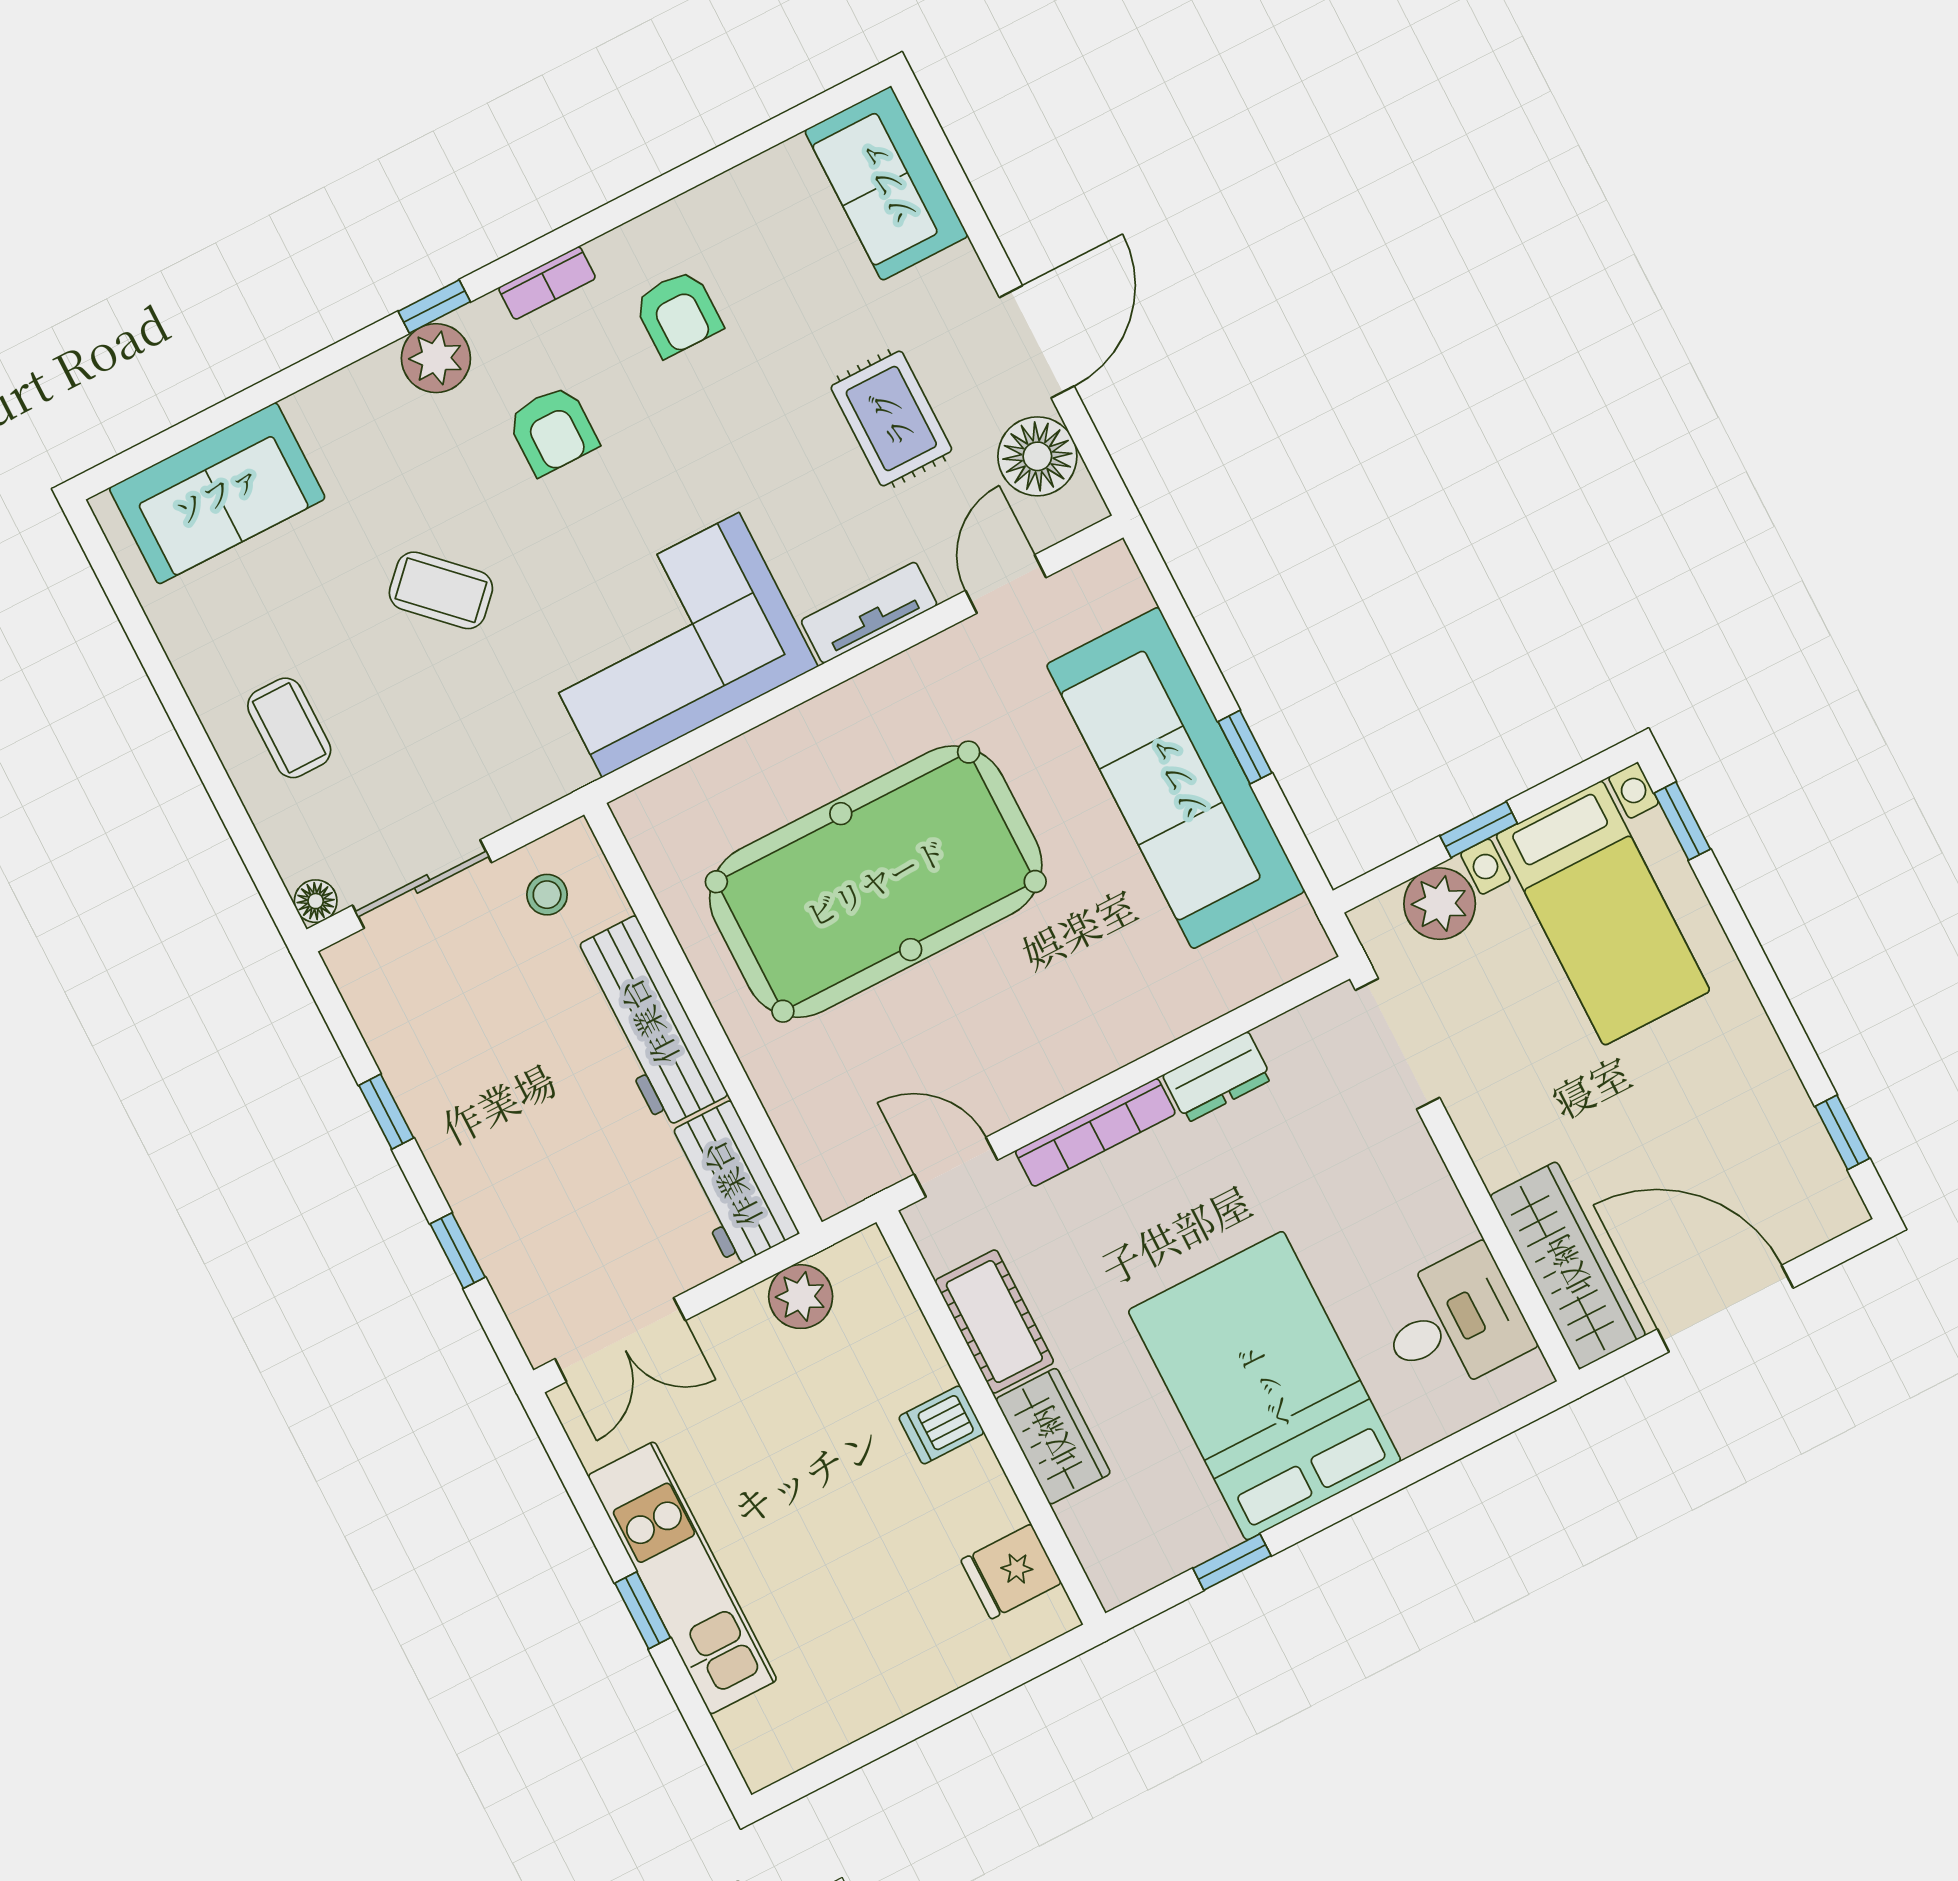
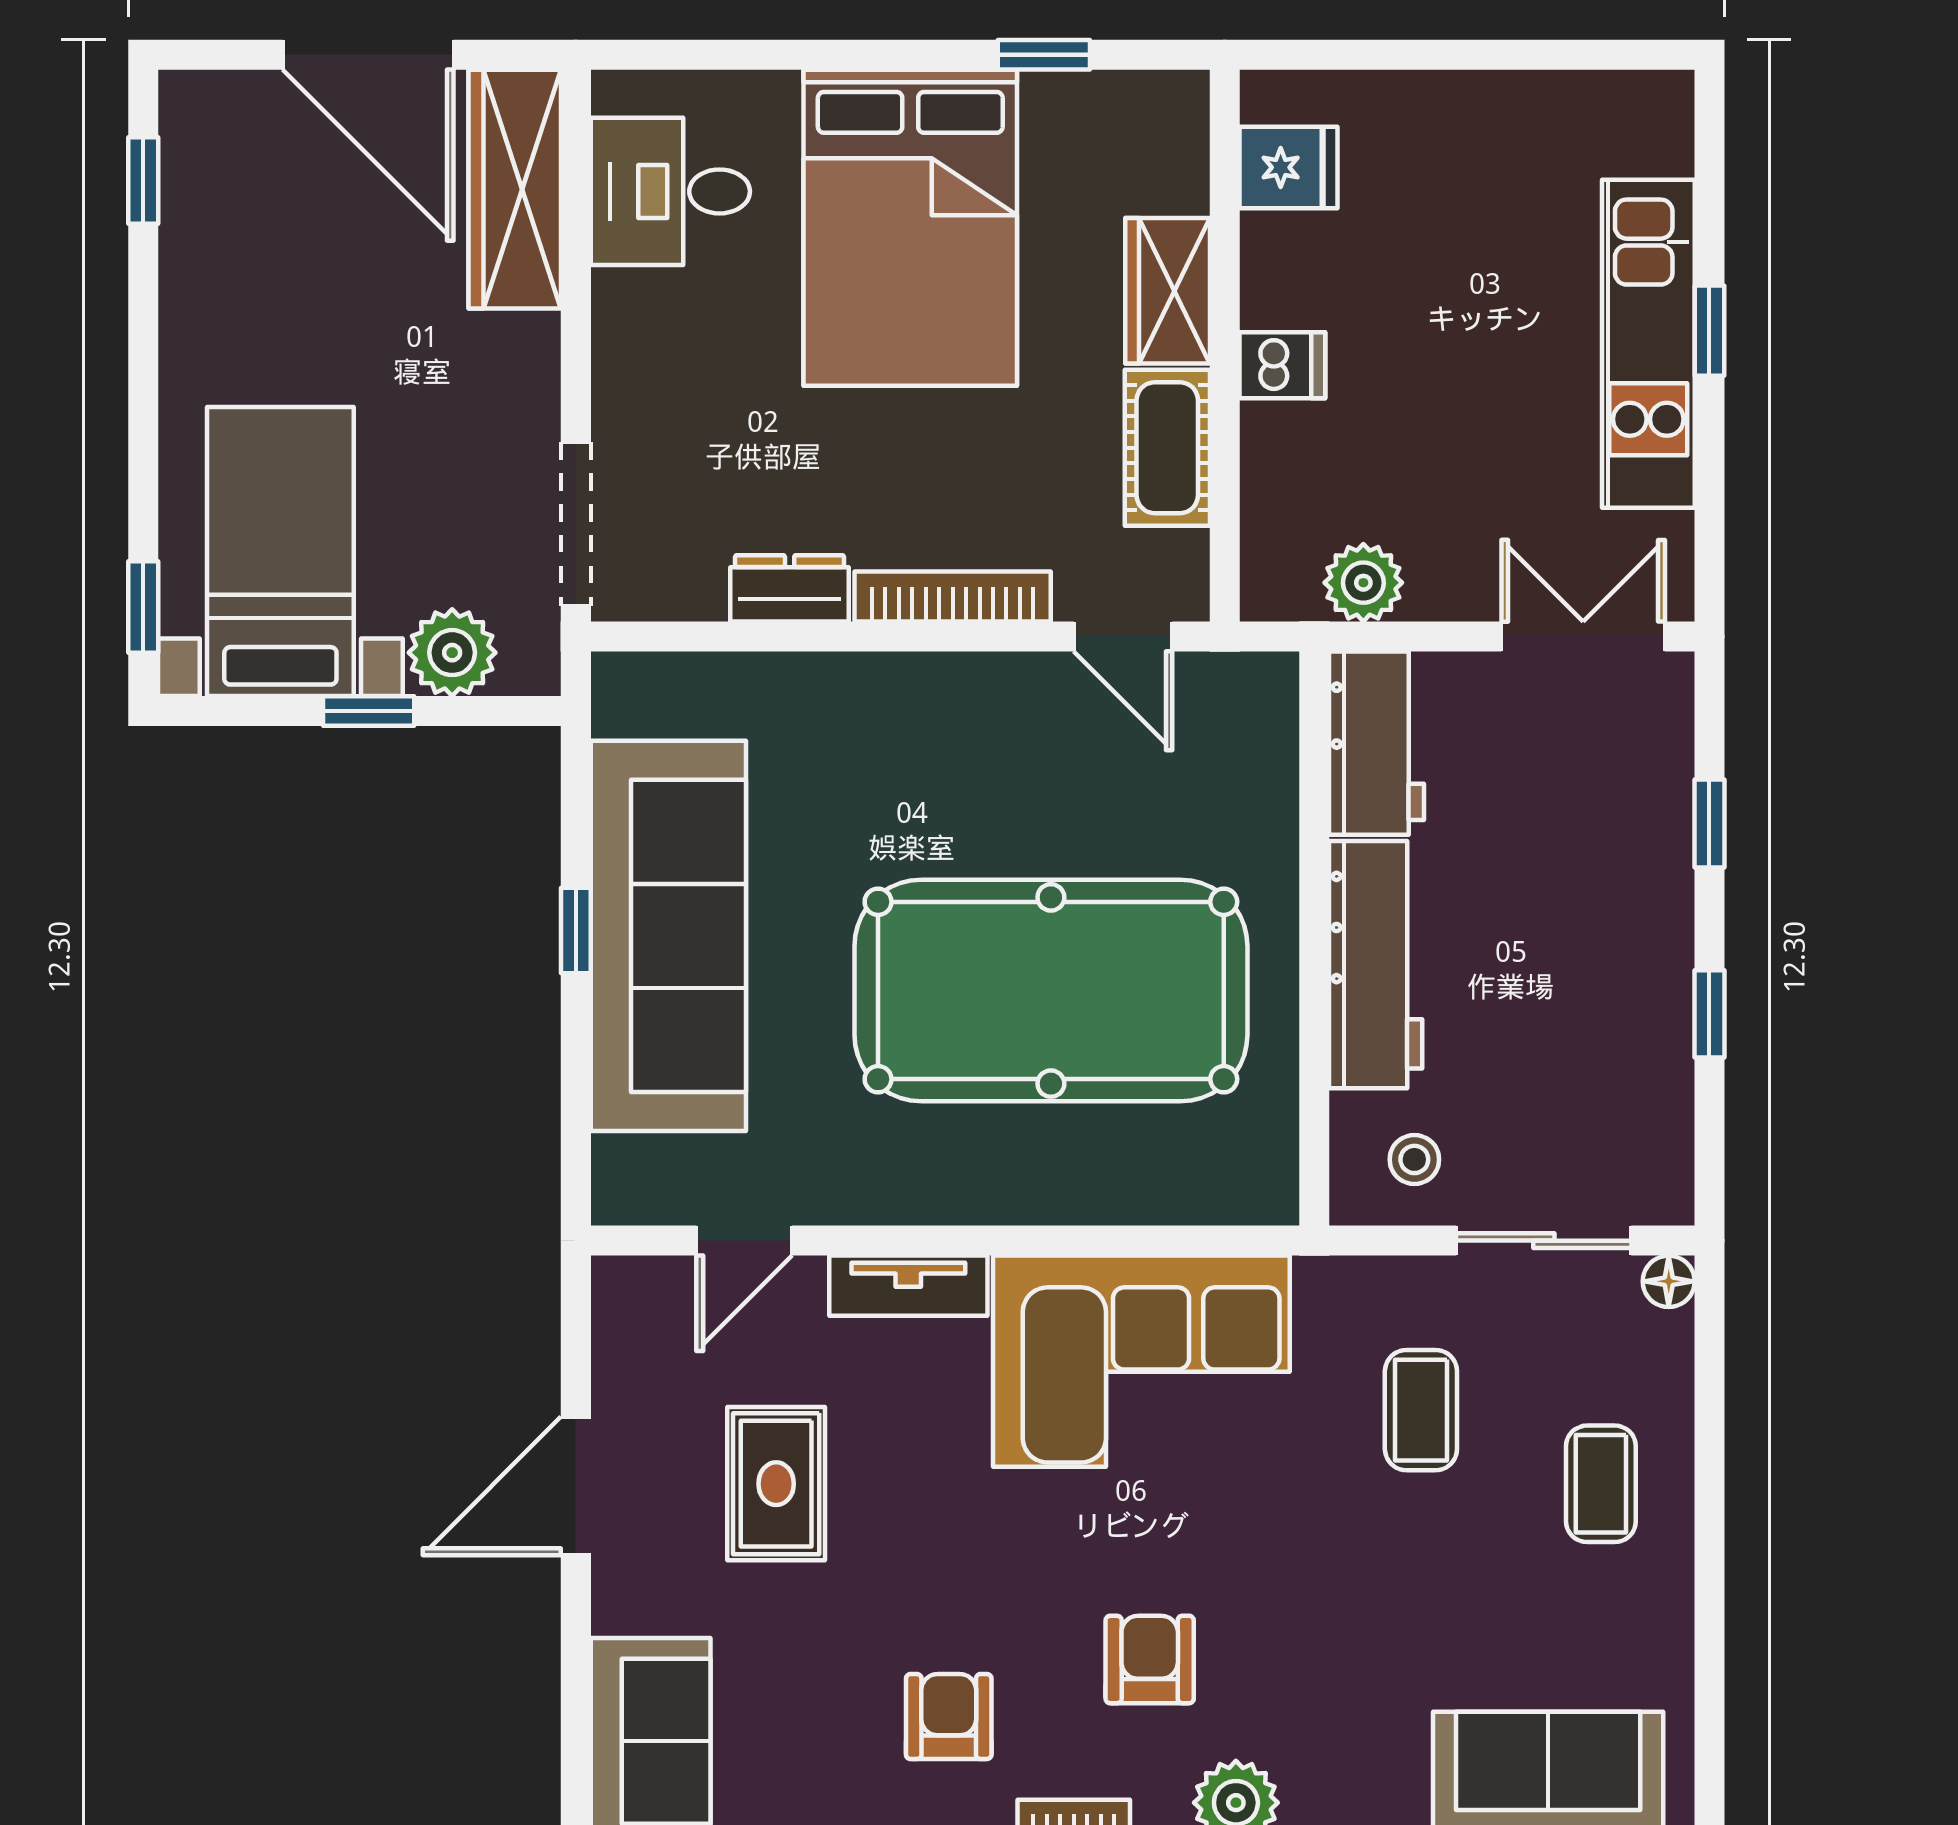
floor lamp: (1037, 456) -> (639, 1361), removed
coffee table: (441, 590) -> (1421, 1410), moved, turned 46

